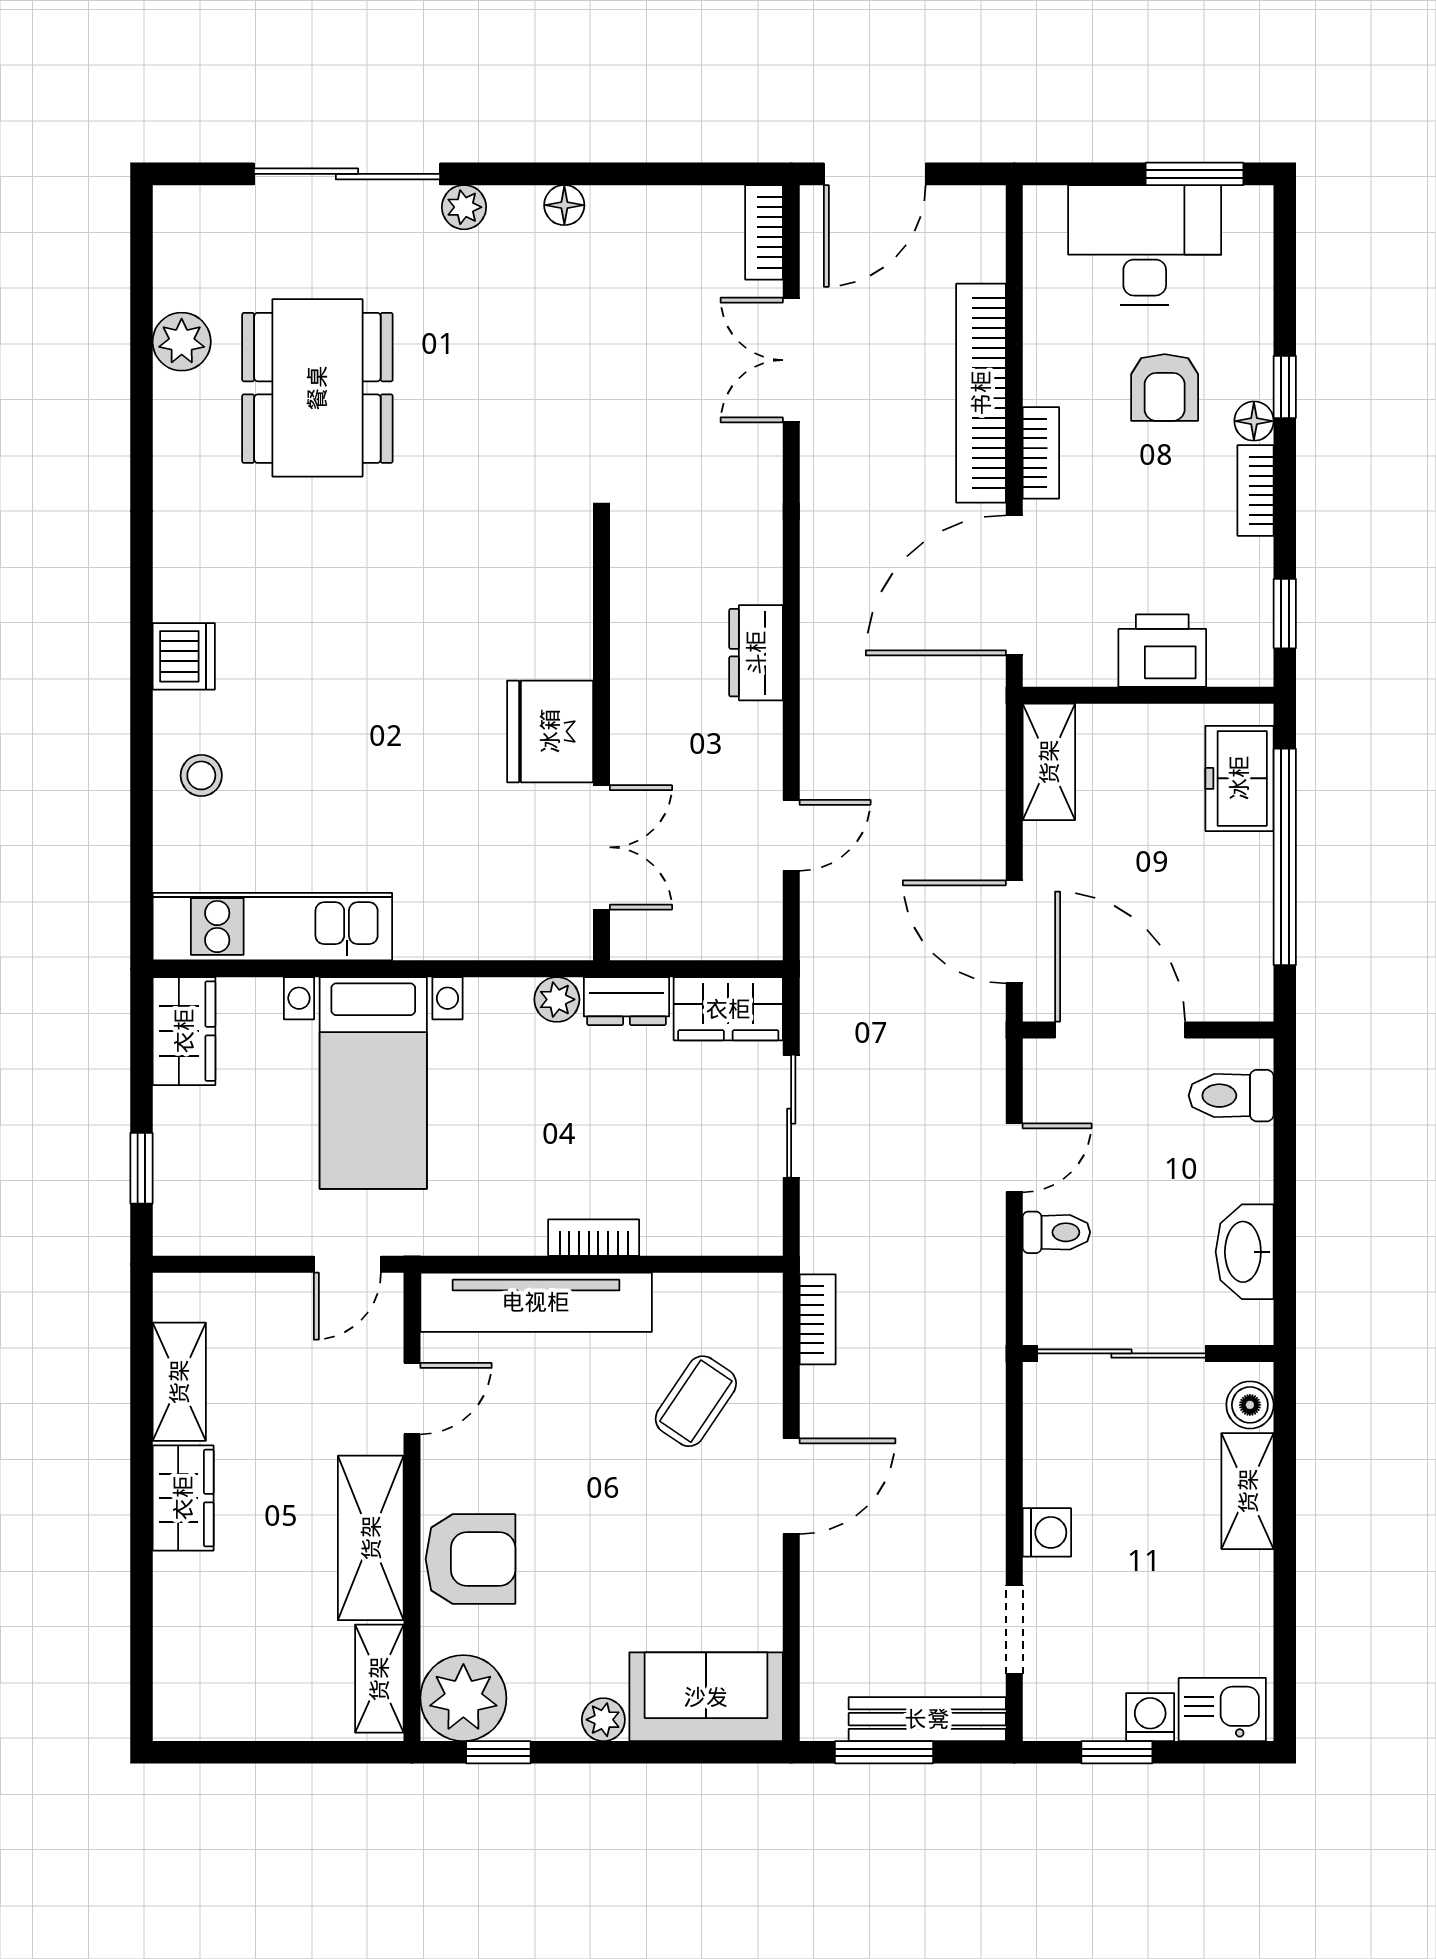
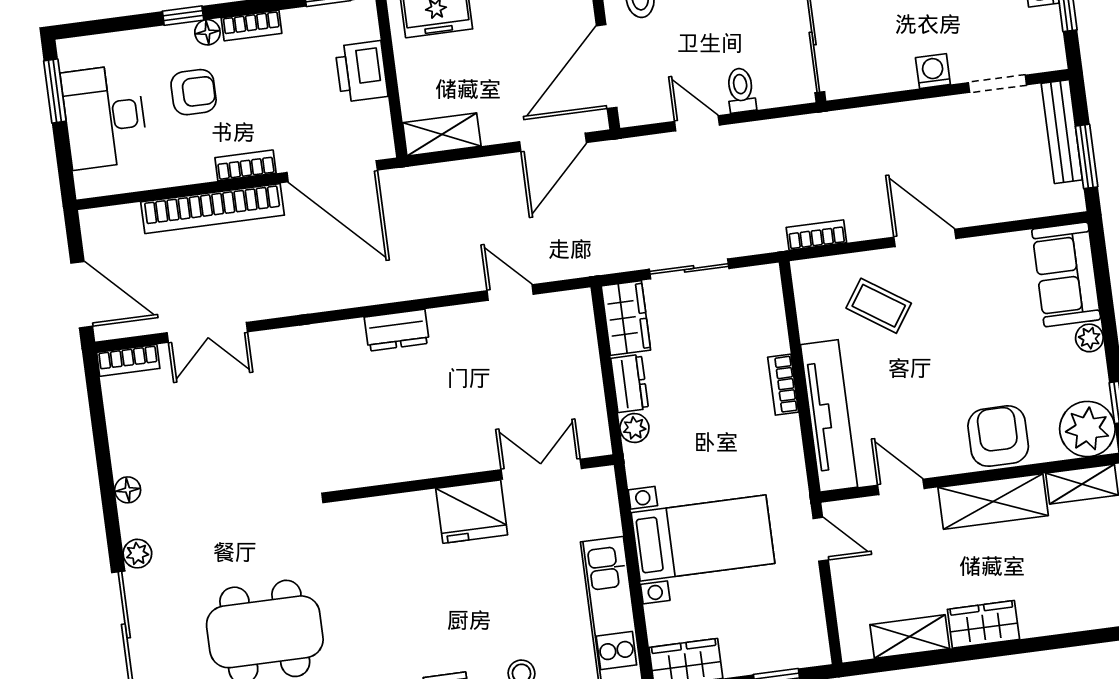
fridge: (550, 731) -> (472, 512), moved
wall: (602, 740) -> (473, 478), moved
double door: (602, 847) -> (541, 469), moved

